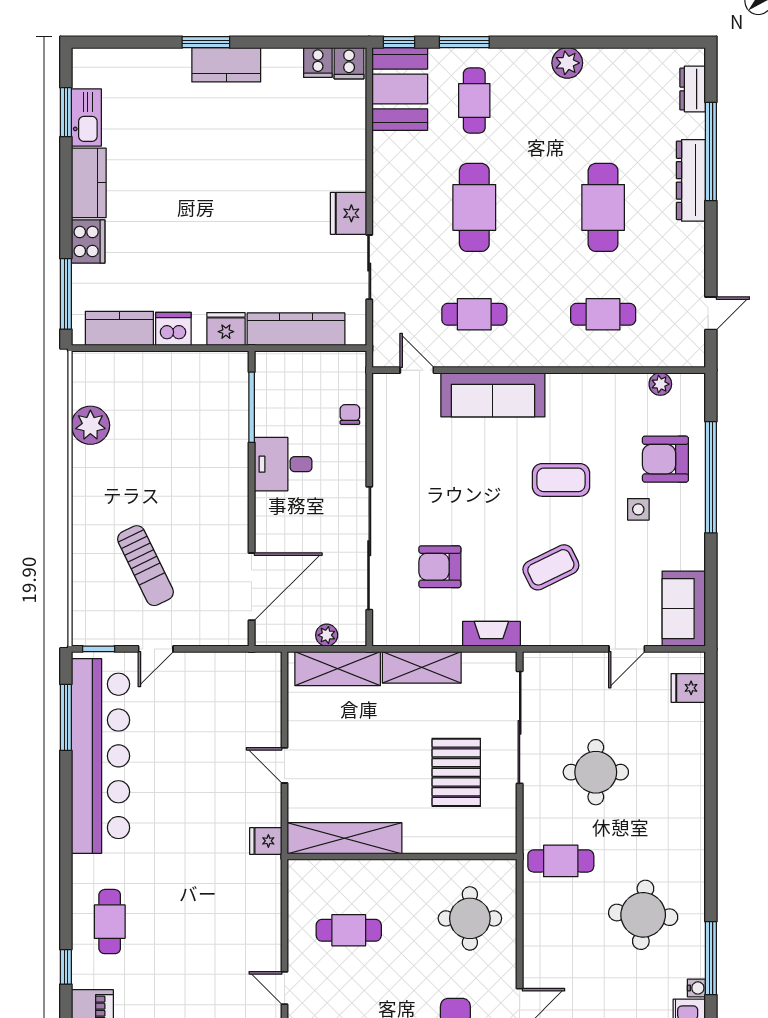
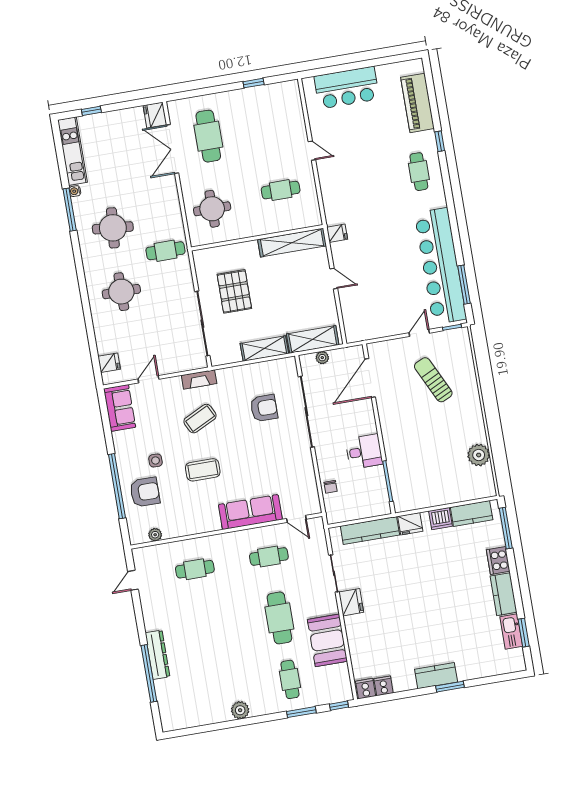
booth: (400, 89) -> (327, 640), moved
dresser: (693, 89) -> (166, 707), removed
cafe table: (603, 207) -> (205, 631), removed
fireplace: (491, 634) -> (199, 379), moved
round table: (596, 772) -> (121, 292), moved

